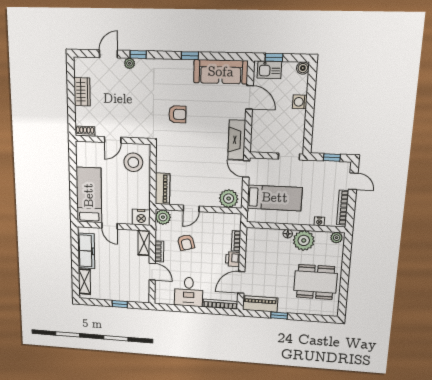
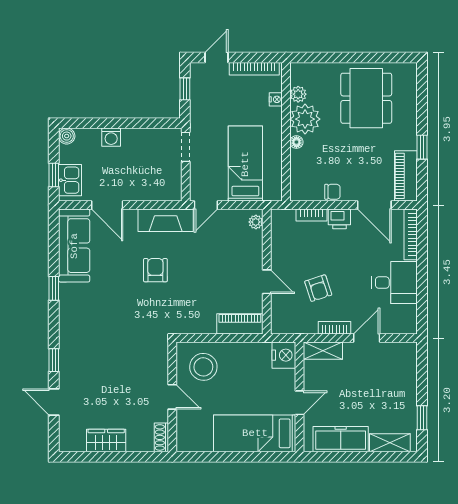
plant: (130, 63) -> (66, 372), removed
door: (250, 97) -> (107, 205), swing flipped
armchair: (177, 114) -> (155, 270), moved
plant: (229, 199) -> (256, 222), width x0.53, depth x0.53
plant: (163, 217) -> (282, 323), removed
plant: (337, 238) -> (298, 94), moved
armchair: (186, 242) -> (318, 288), turned 88
chair: (252, 256) -> (332, 192), added
window: (120, 304) -> (422, 418), moved

